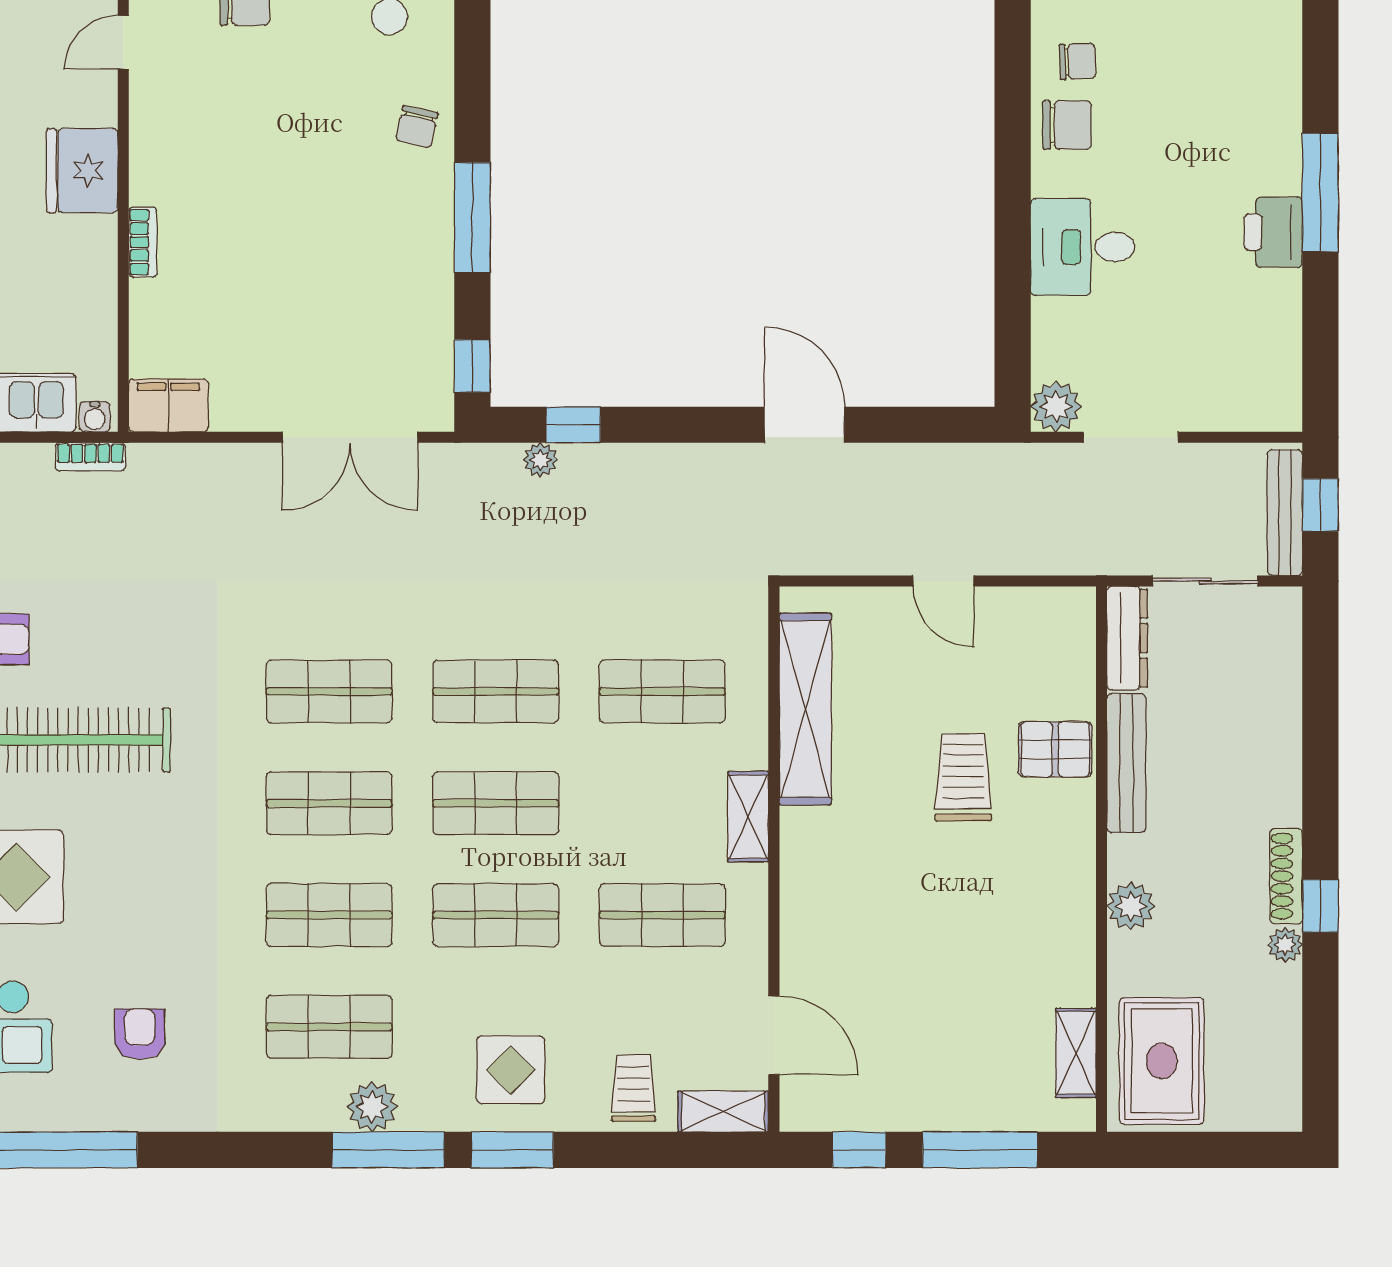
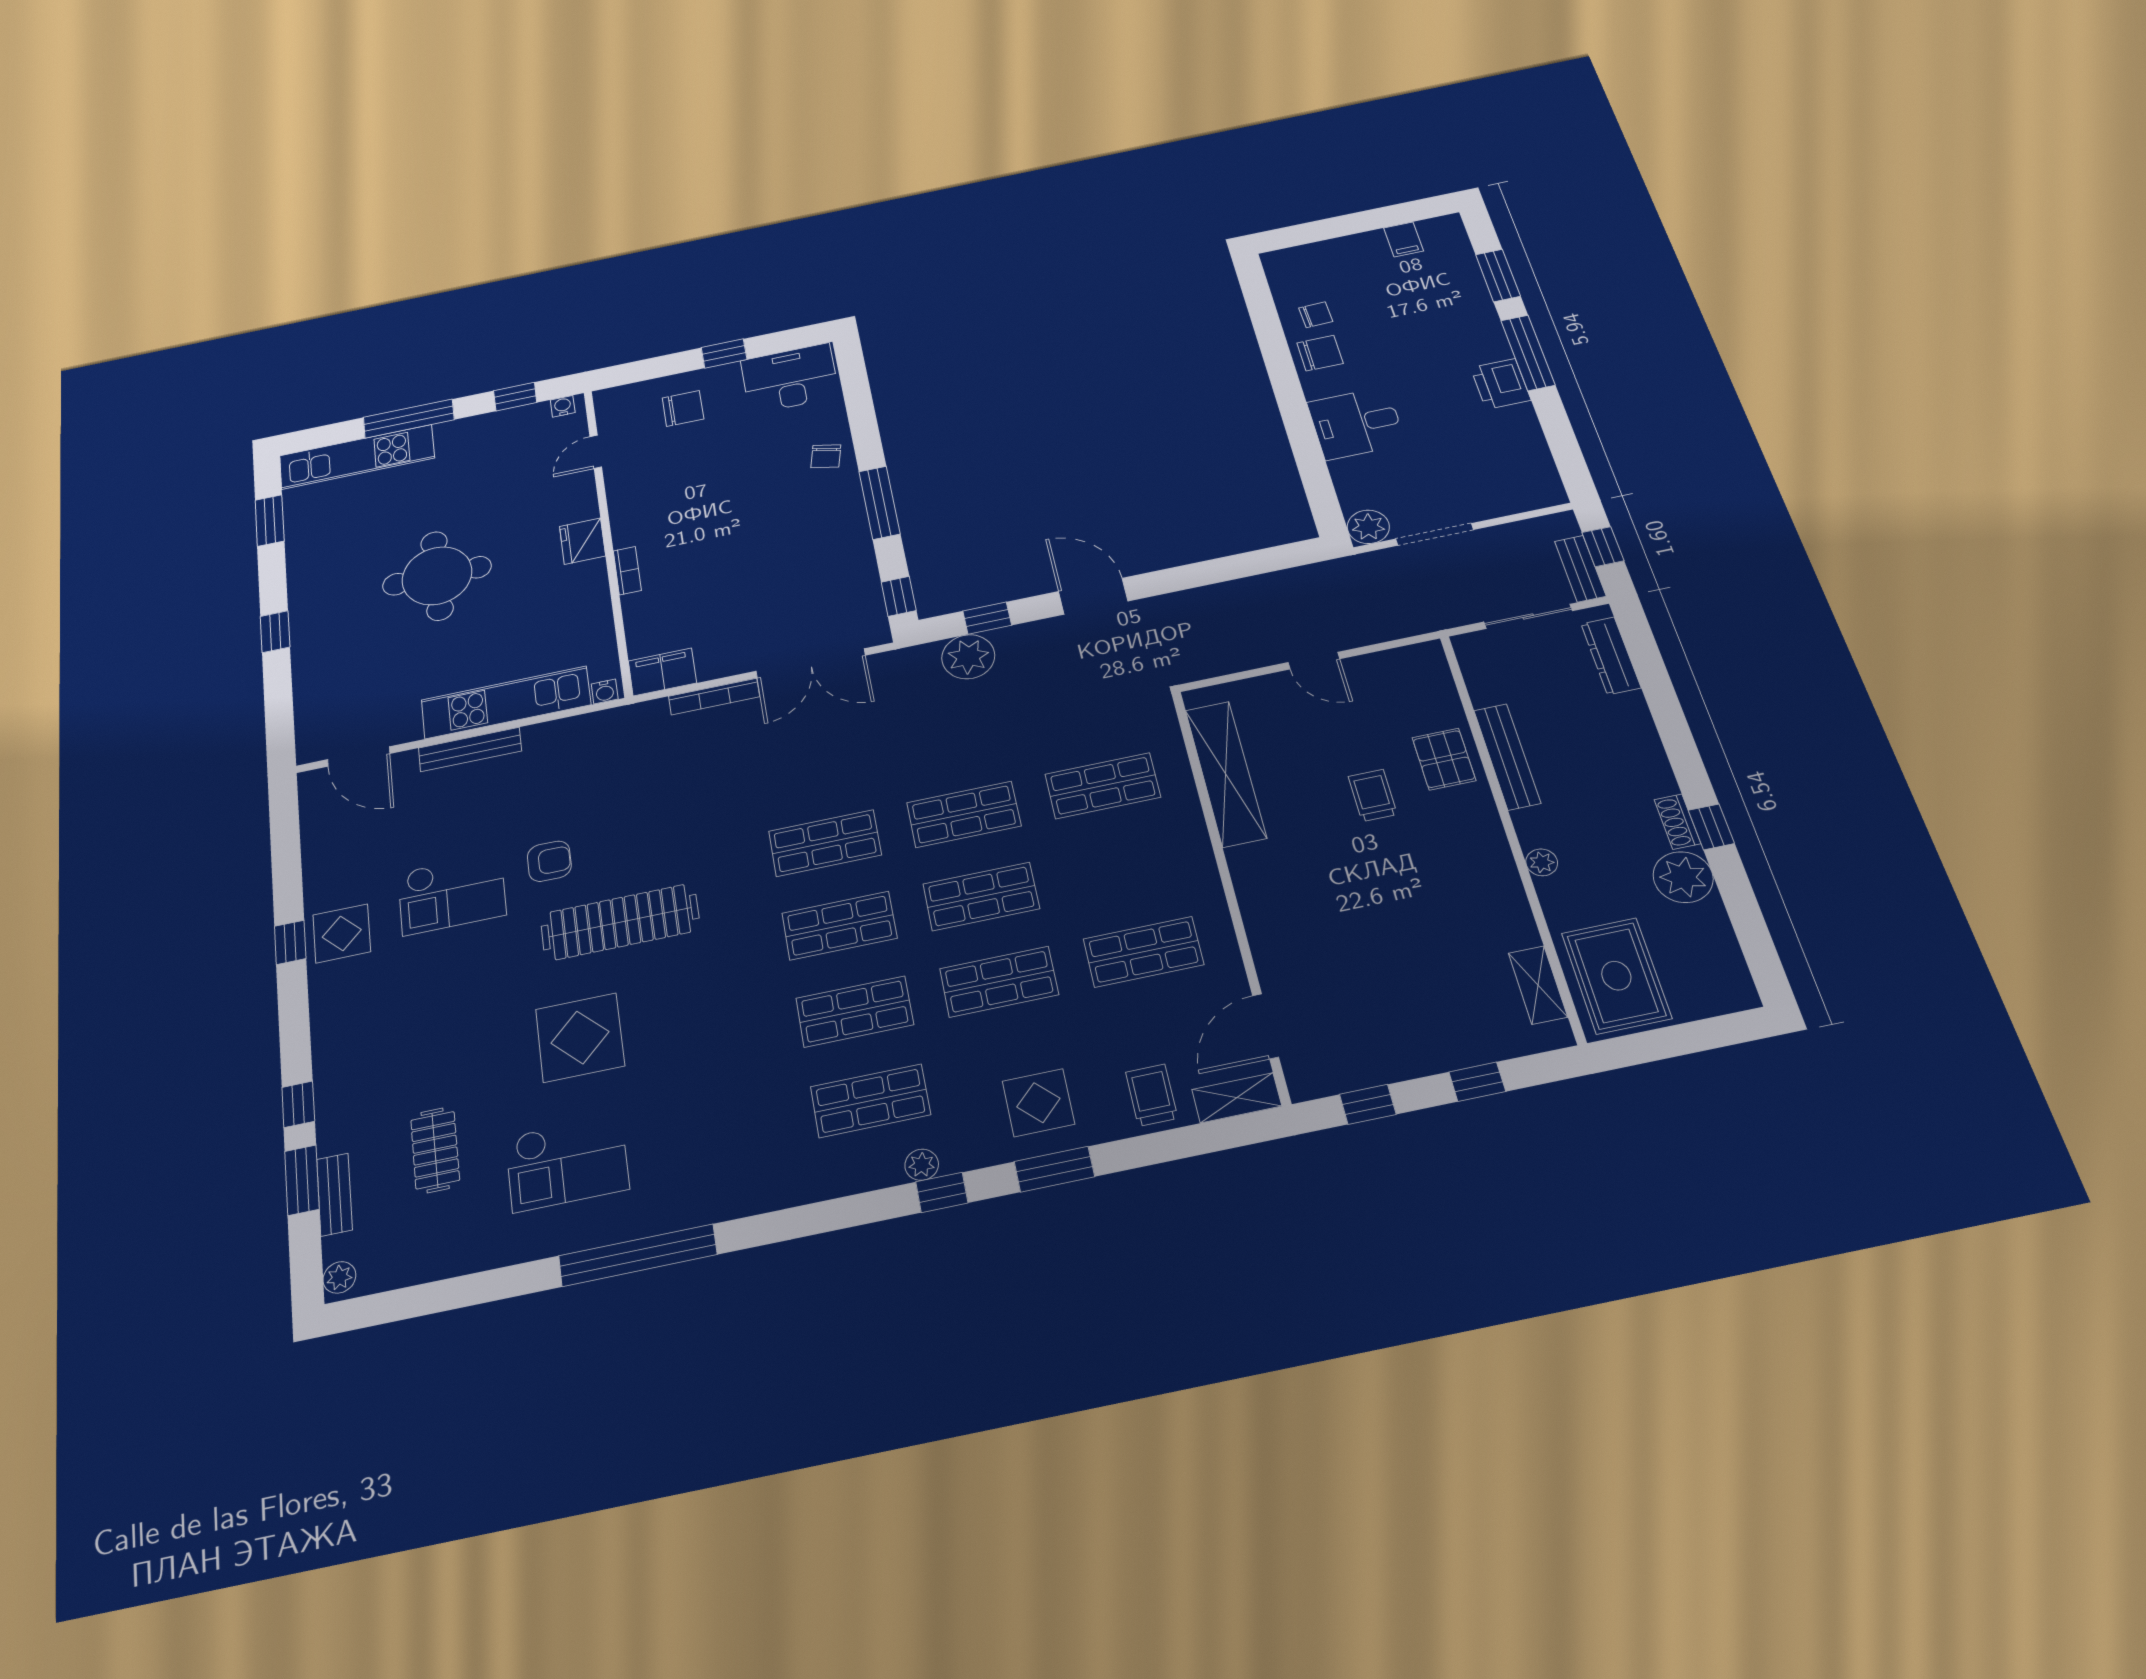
window: (1320, 59) -> (1498, 275), added
fridge: (82, 171) -> (583, 541), width x0.73, depth x0.75
door: (804, 425) -> (1093, 596), moved
bookcase: (90, 457) -> (714, 697), moved, width x1.56
plant: (540, 460) -> (968, 657), width x1.88, depth x1.88
bench: (1285, 513) -> (1580, 569), width x0.73
dresser: (1127, 638) -> (1611, 656), moved, turned 180
pallet: (1055, 749) -> (1444, 759), turned 90
trolley: (963, 777) -> (1373, 795), width x0.73, depth x0.72
shelving: (748, 817) -> (1198, 862), removed
shoe rack: (1286, 876) -> (1677, 822), width x0.70
plant: (1131, 906) -> (1542, 862), width x0.73, depth x0.73
plant: (1285, 945) -> (1683, 877), width x1.87, depth x1.87
armchair: (140, 1034) -> (704, 1141), removed
door: (774, 1035) -> (1266, 1026), swing flipped
plant: (372, 1107) -> (922, 1165), width x0.73, depth x0.73
window: (388, 1150) -> (942, 1192), width x0.46
window: (980, 1150) -> (1477, 1082), width x0.46

